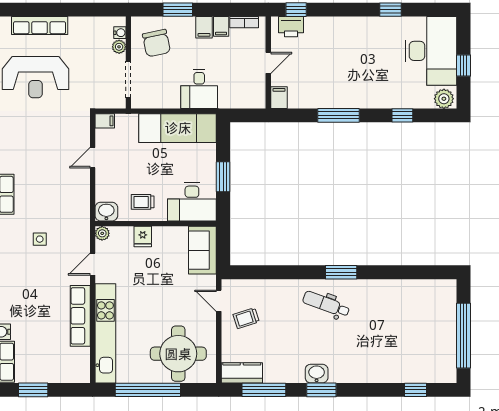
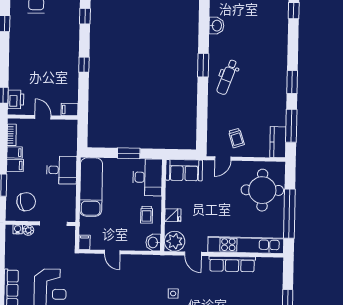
window: (339, 115) -> (84, 65), width x0.46
plant: (102, 233) -> (175, 241), width x1.88, depth x1.88
washbasin: (317, 374) -> (216, 26), moved, turned 180

